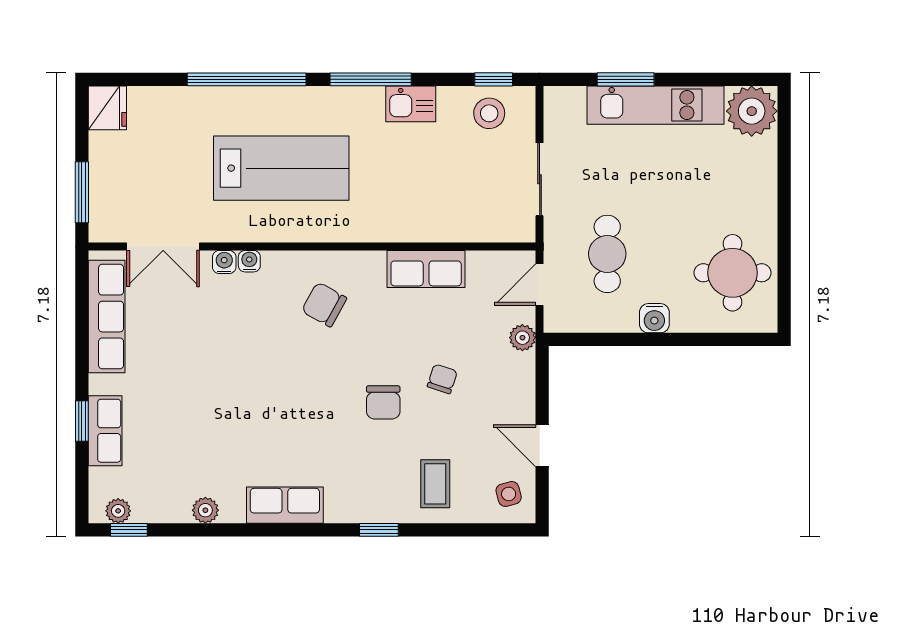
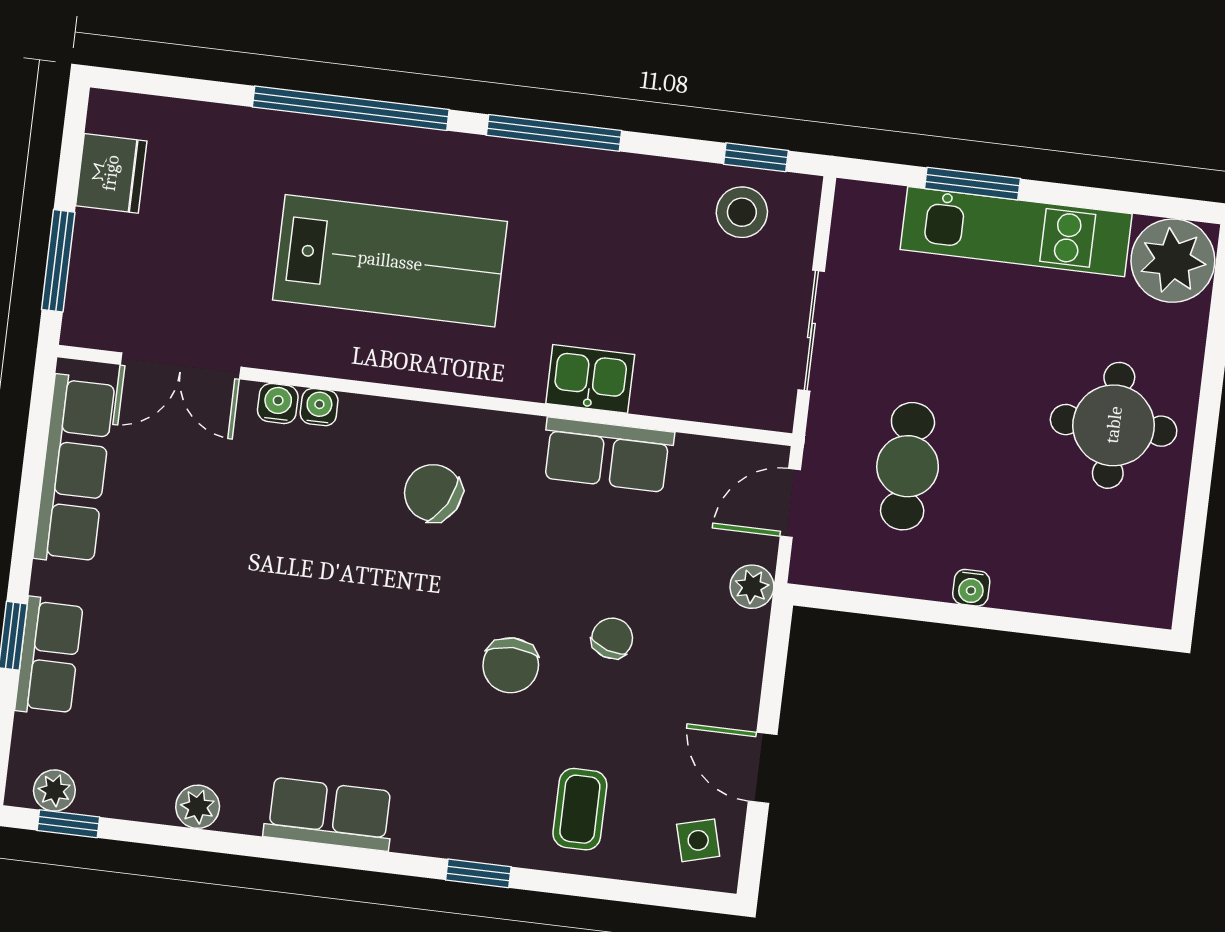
kitchen sink: (411, 104) -> (590, 379), moved, turned 180
fridge: (107, 108) -> (111, 173), moved
round table: (733, 273) -> (1114, 425), moved
water cooler: (654, 318) -> (971, 588), width x0.72, depth x0.72

